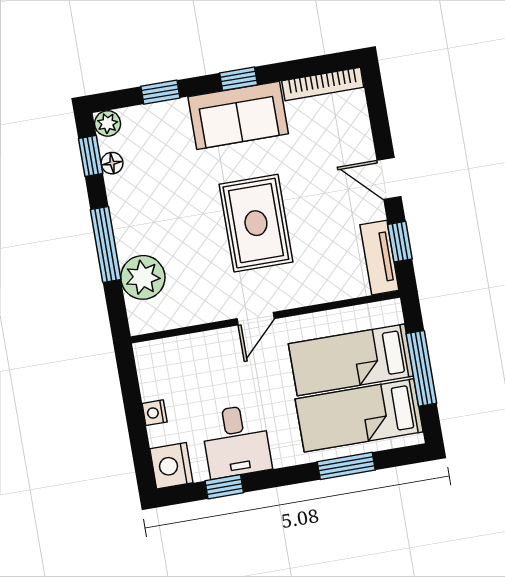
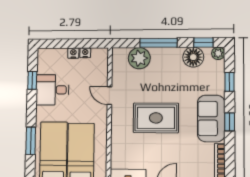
floor lamp: (112, 163) -> (193, 57), width x1.89, depth x1.89
door: (256, 319) -> (109, 96), moved
nightstand: (171, 466) -> (85, 53), moved, width x0.53, depth x0.56

